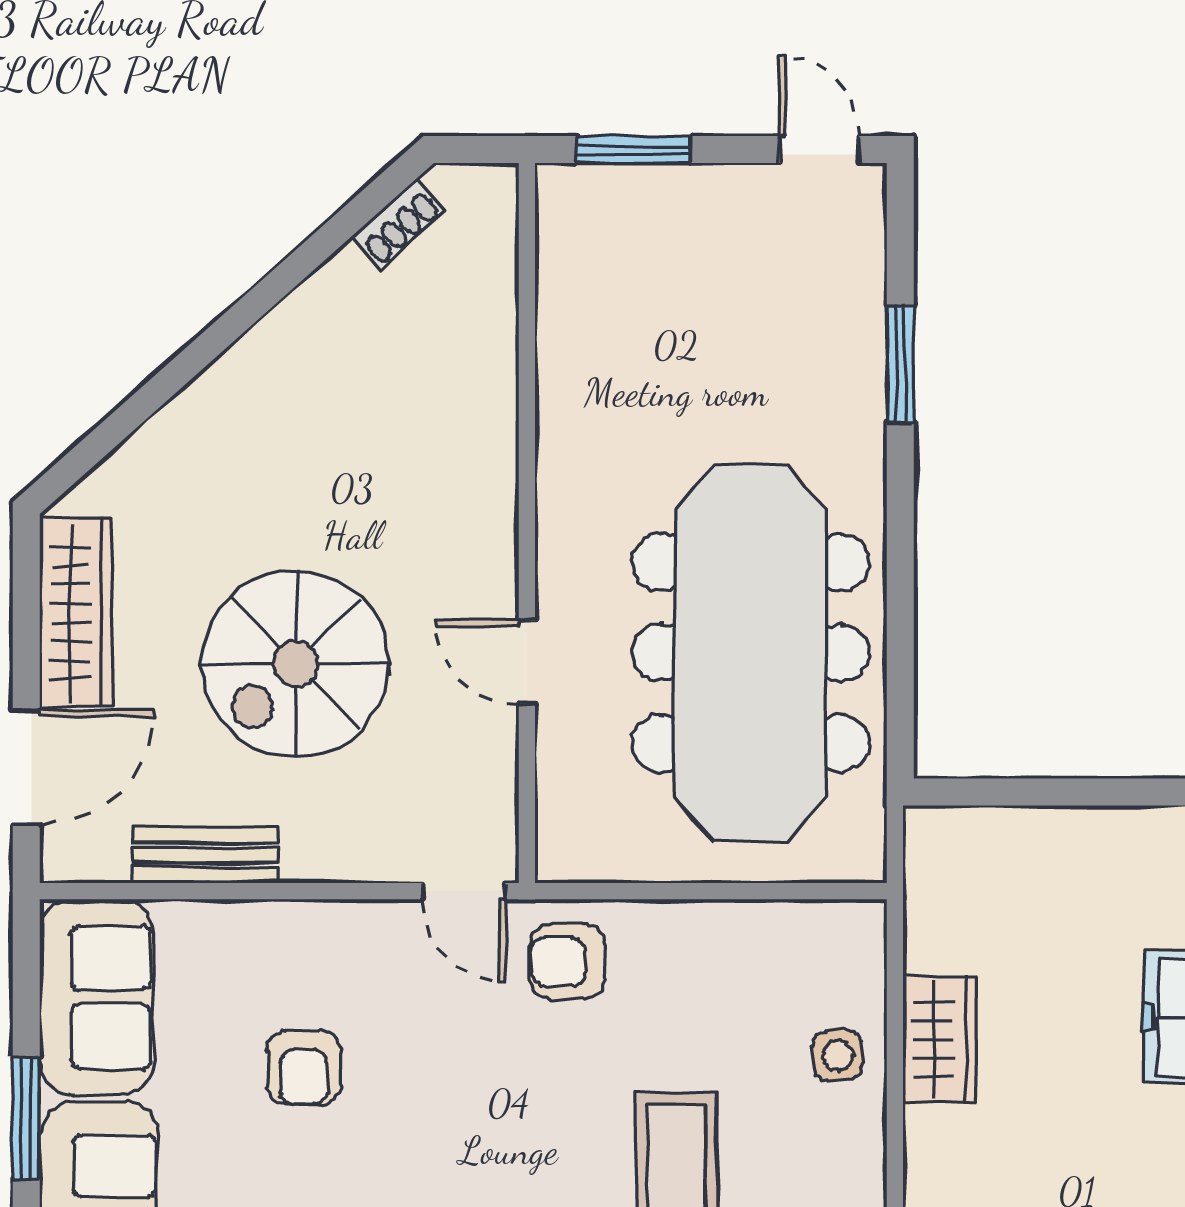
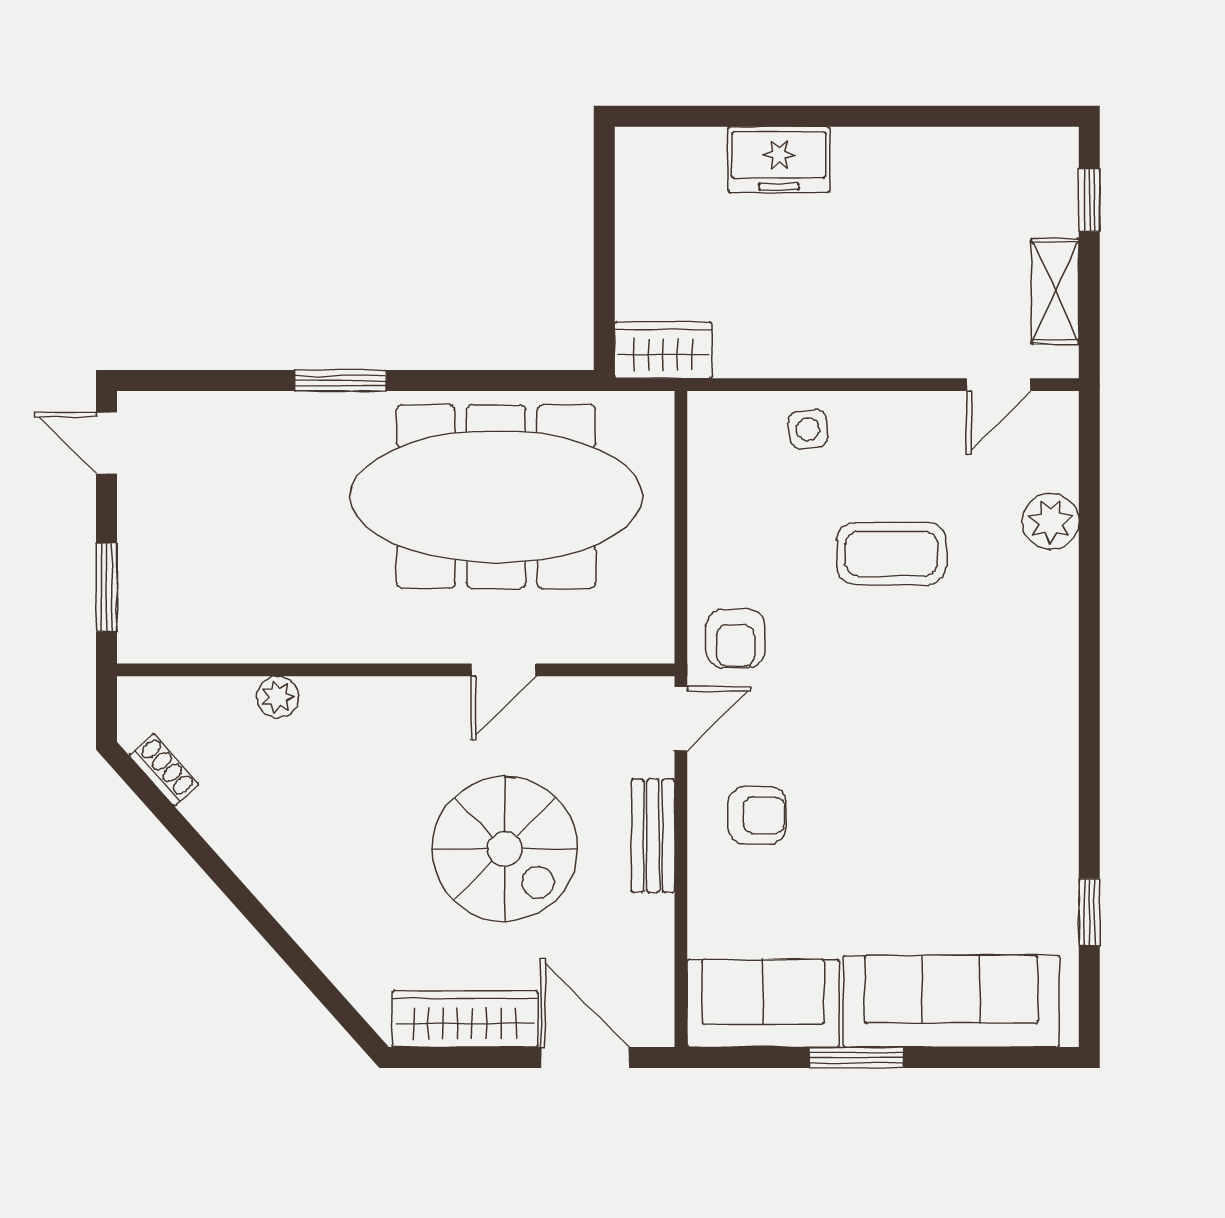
door: (820, 150) -> (107, 443), hinge flipped
window: (900, 364) -> (341, 381), moved
plant: (492, 371) -> (278, 697), added
bench: (206, 855) -> (653, 836), moved
wardrobe: (940, 1040) -> (663, 350), moved
armchair: (304, 1068) -> (757, 815), moved

